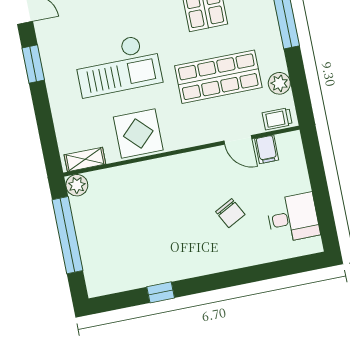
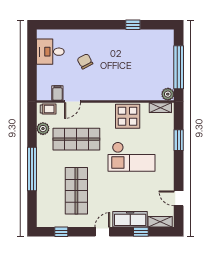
window: (33, 64) -> (179, 140), moved
checkout: (118, 65) -> (131, 157), turned 180
door: (238, 140) -> (72, 101), swing flipped

